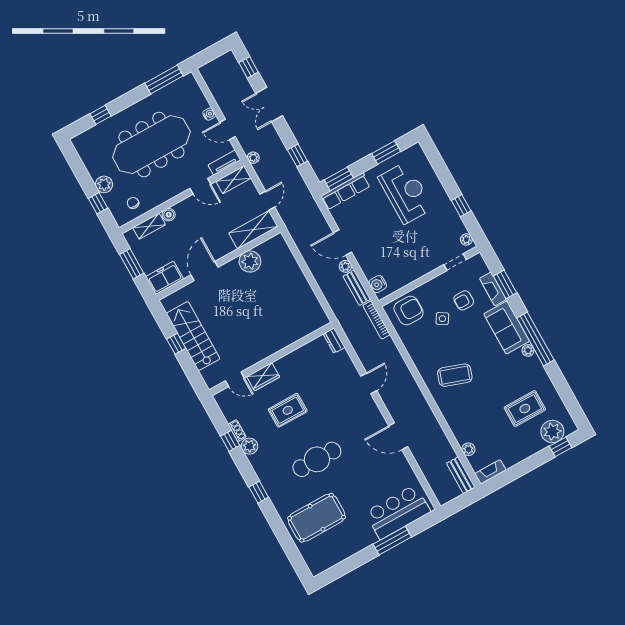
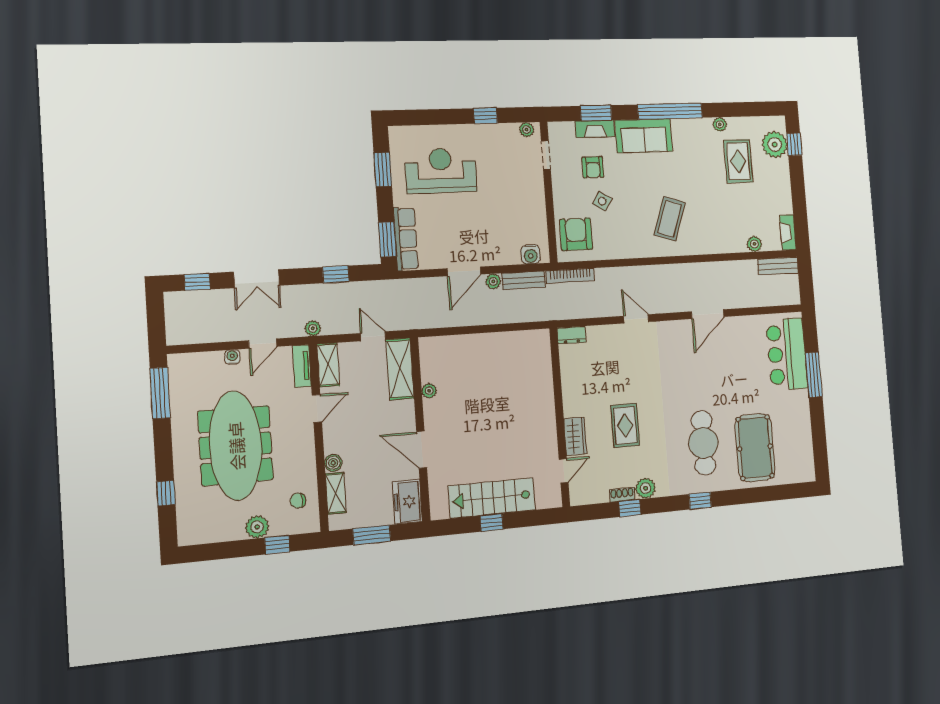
plant: (250, 261) -> (429, 391), width x0.53, depth x0.53
plant: (528, 350) -> (720, 124), moved
cafe table: (317, 459) -> (703, 443), moved

